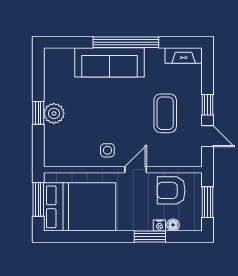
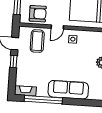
window: (126, 42) -> (43, 100), moved
coffee table: (165, 113) -> (37, 41), moved

